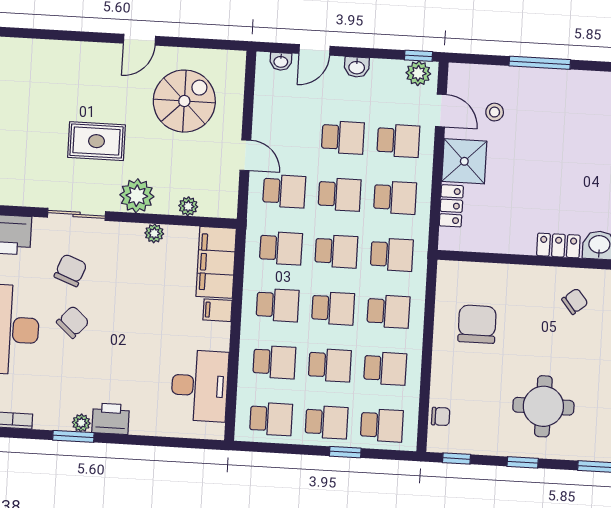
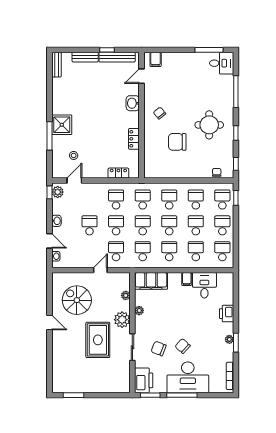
rug: (96, 141) -> (98, 340), width x1.36, depth x1.43
school desk: (398, 141) -> (90, 199), removed
shower: (464, 161) -> (62, 125), moved
locker: (558, 245) -> (134, 139), moved
filing cabinet: (218, 310) -> (187, 279), moved
chair: (477, 324) -> (177, 142), moved
desk: (200, 386) -> (204, 285), width x0.73
printer: (111, 419) -> (227, 314), moved
window: (345, 452) -> (236, 198), moved

